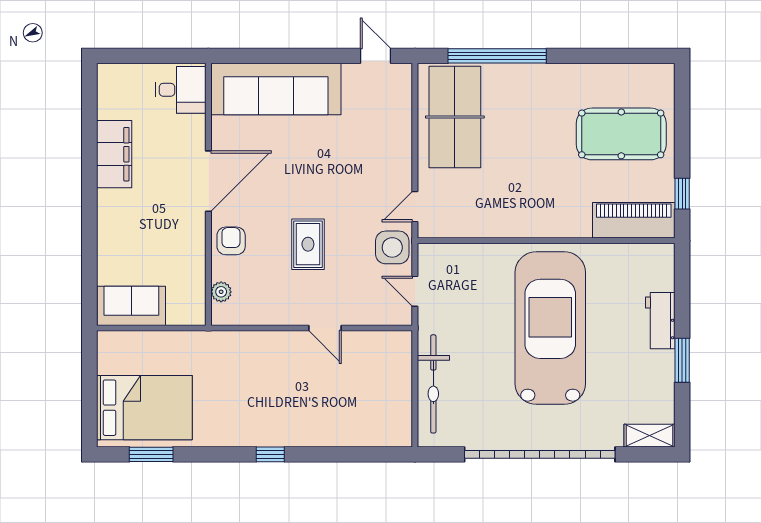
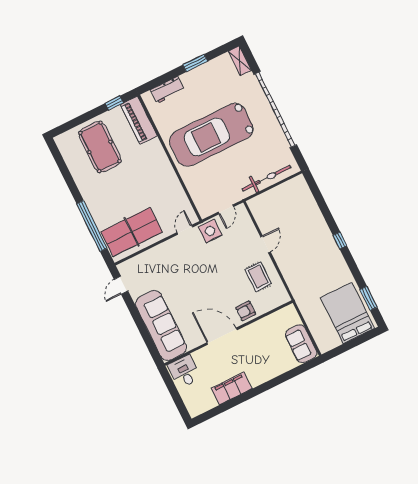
door: (415, 207) -> (185, 230), swing flipped
rug: (308, 244) -> (258, 277), moved, turned 90
plant: (221, 292) -> (273, 303), removed
workbench: (660, 321) -> (167, 90), moved

